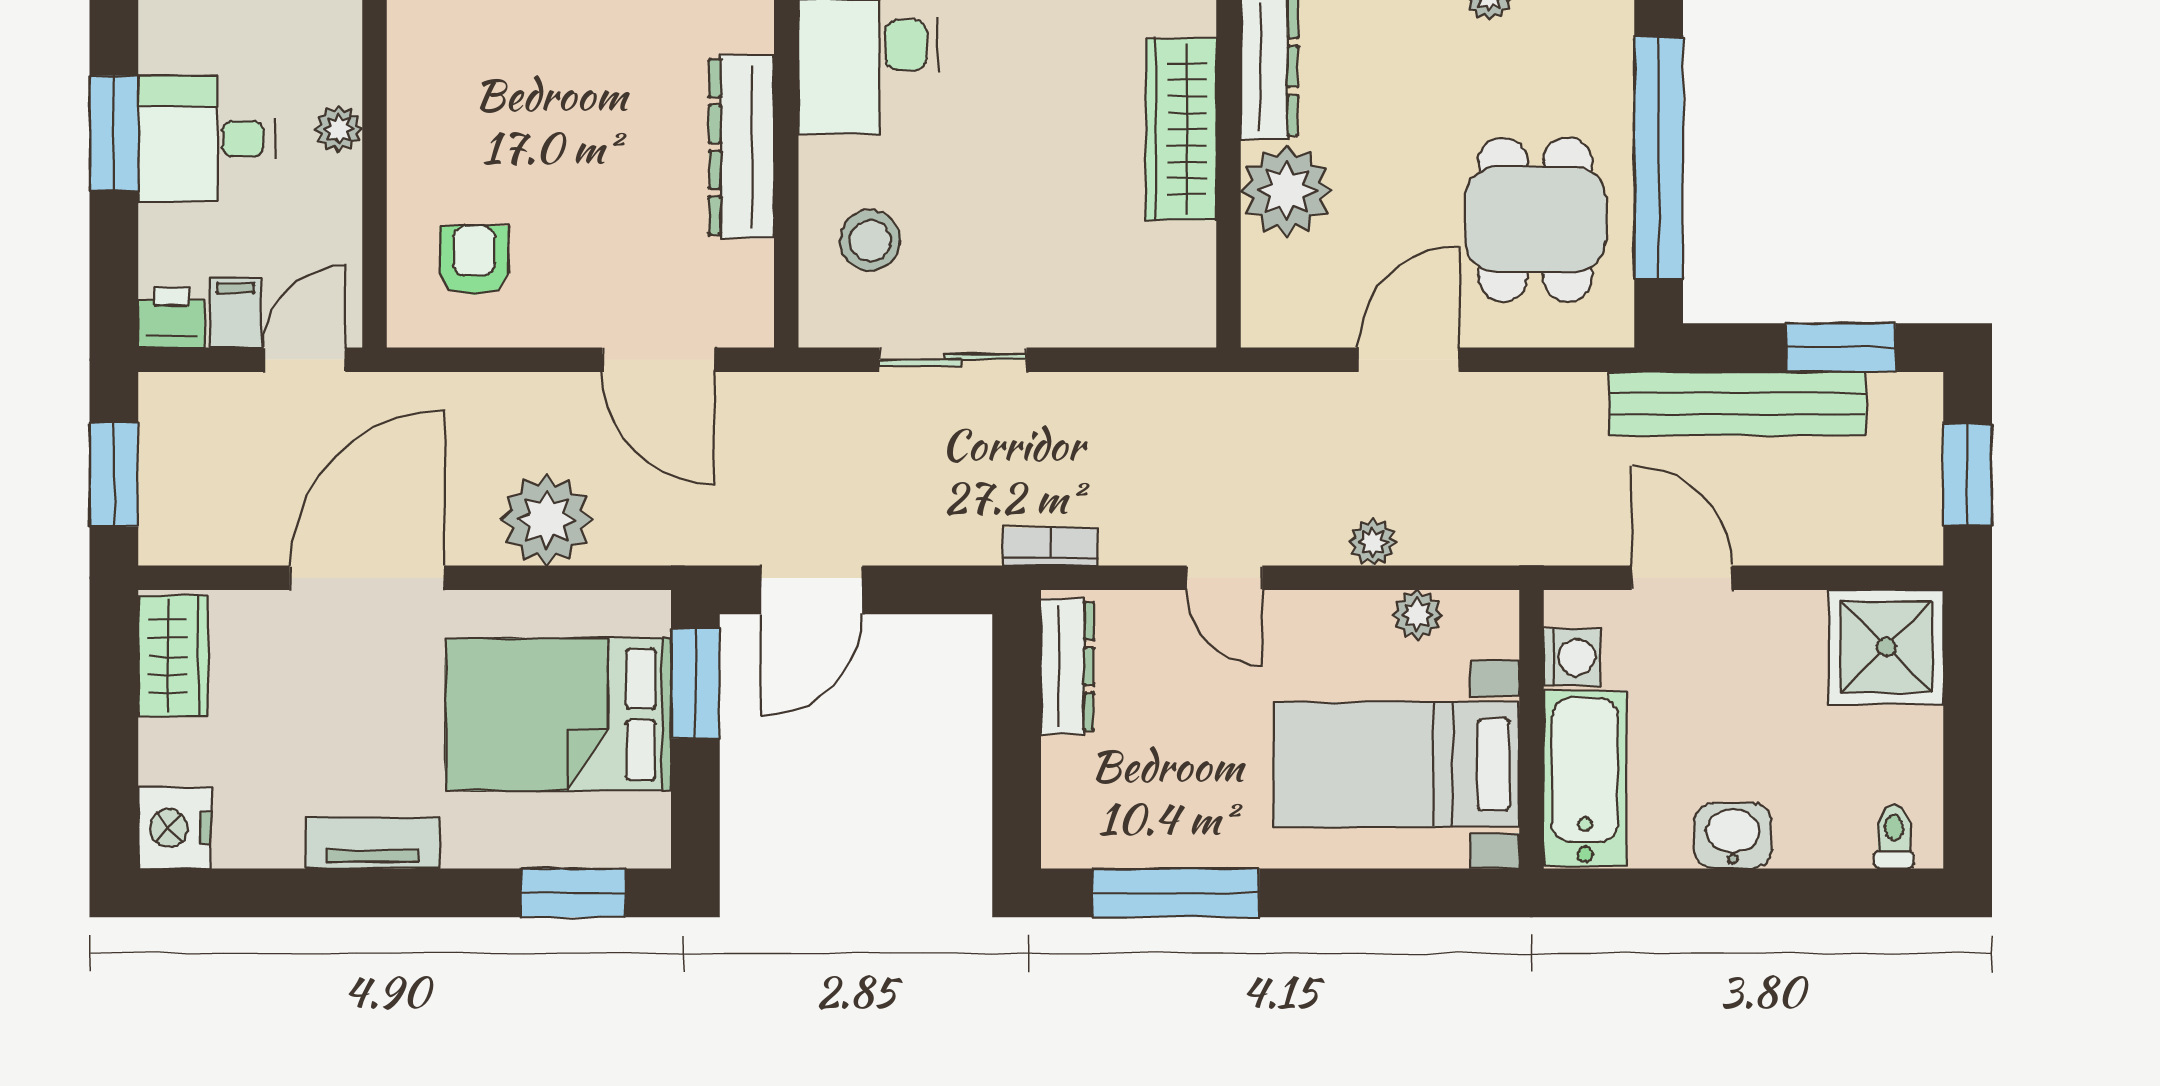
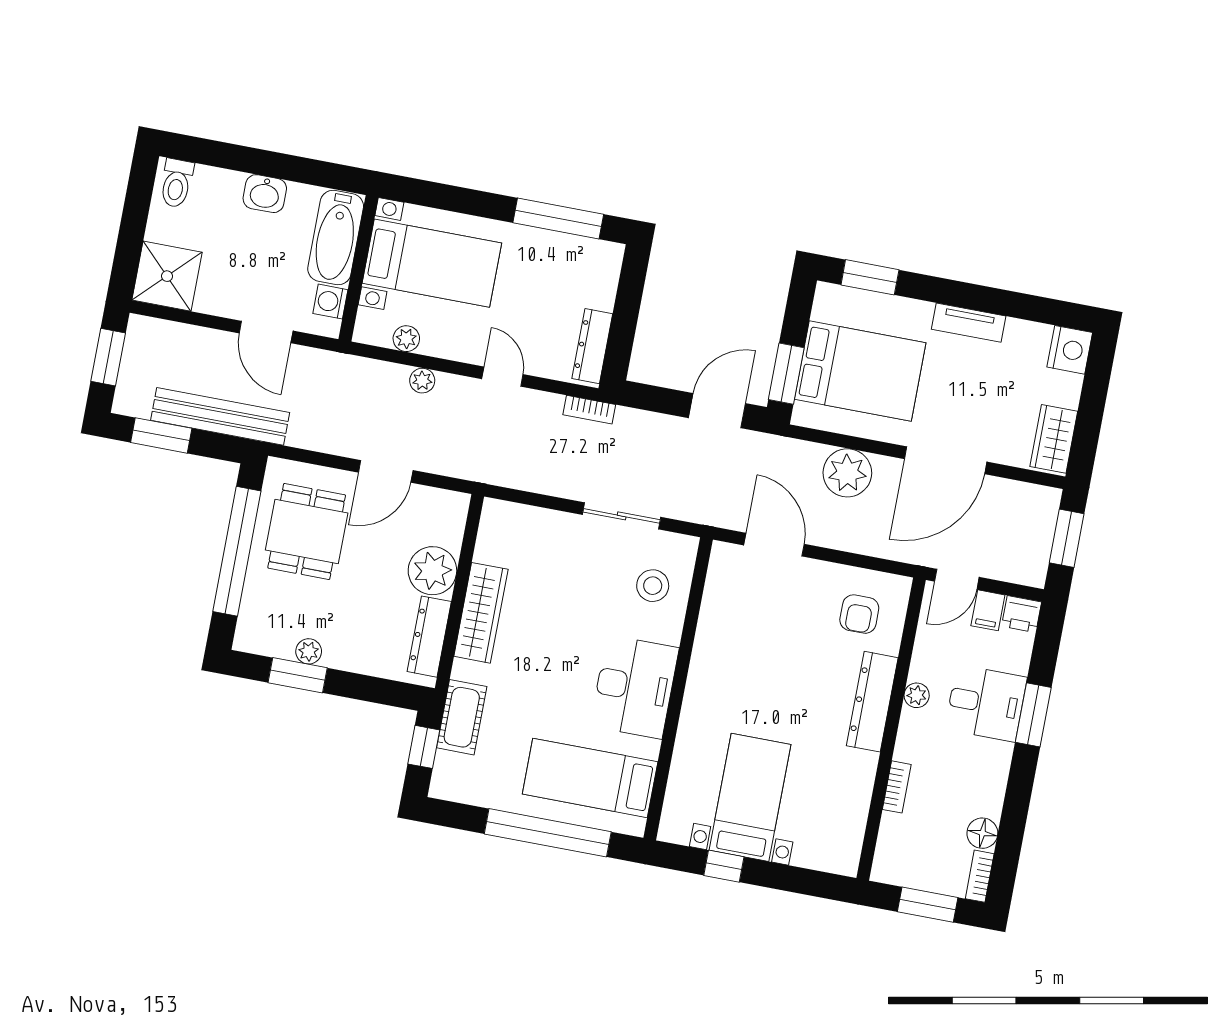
dresser: (742, 147) -> (872, 702), moved, turned 180
toilet: (1894, 836) -> (177, 183), width x1.37, depth x1.39

